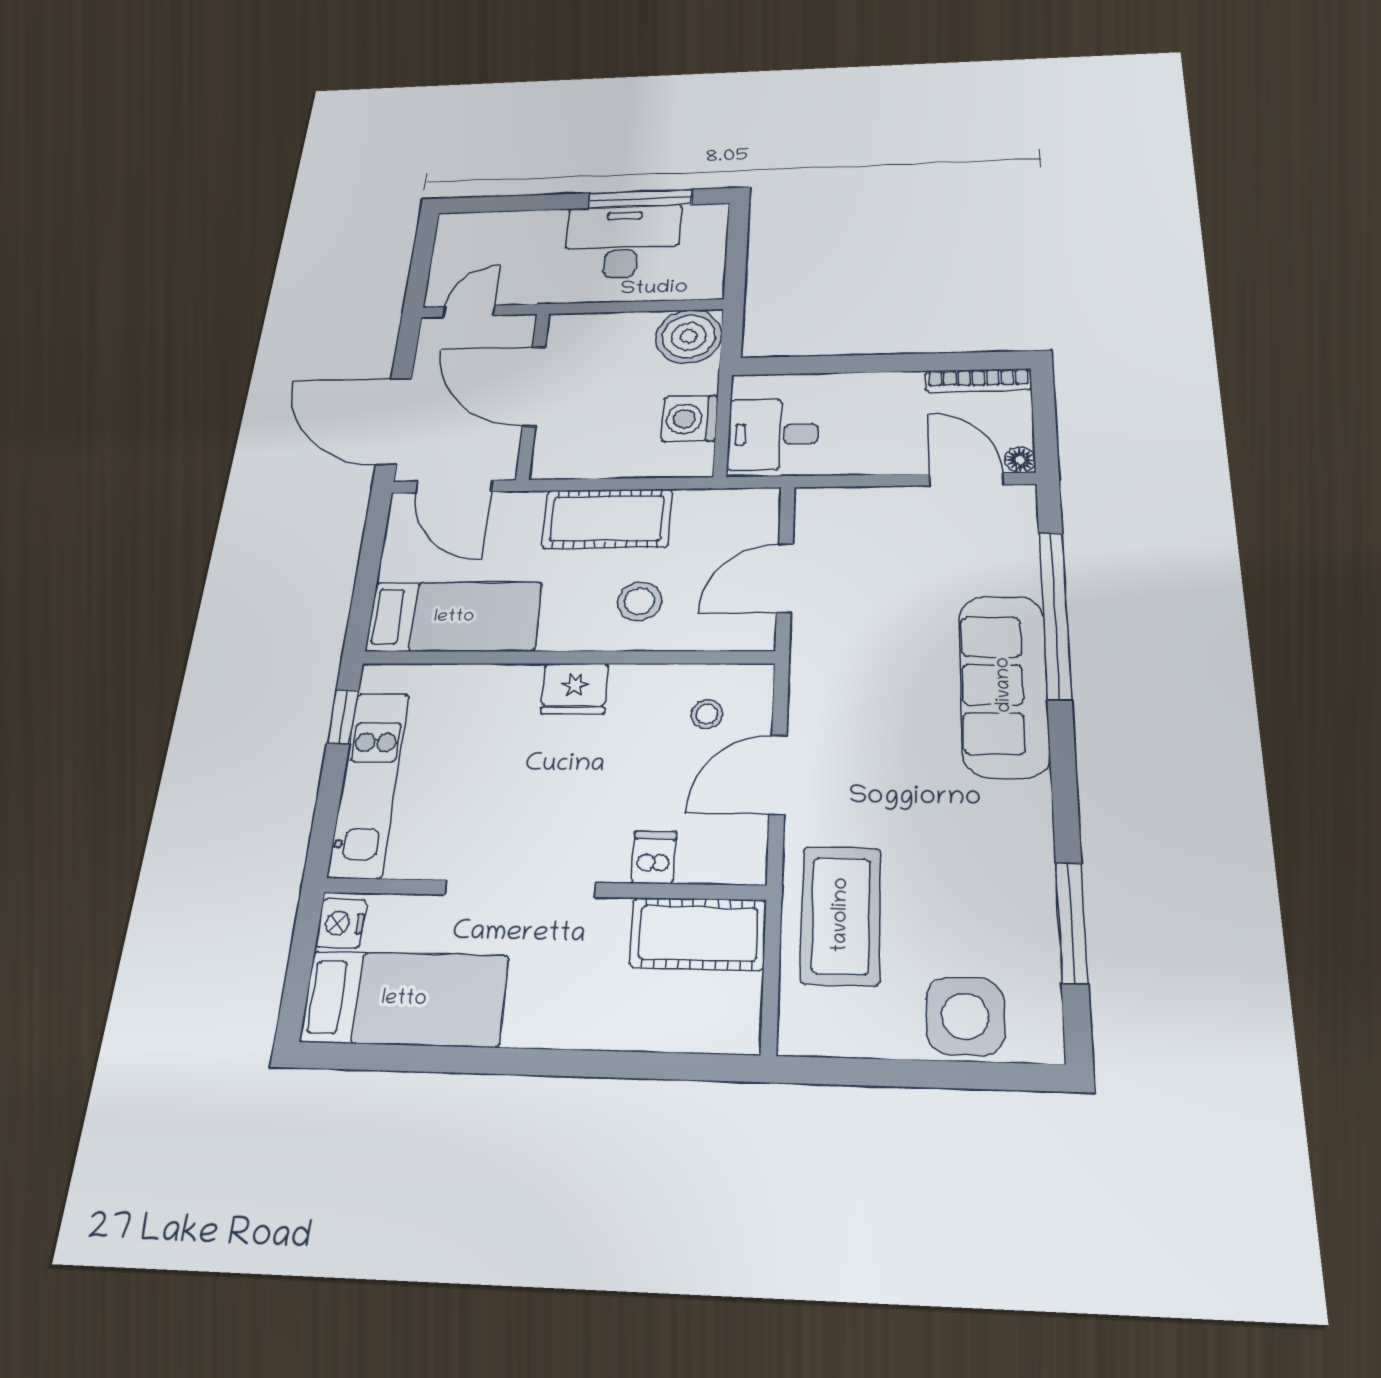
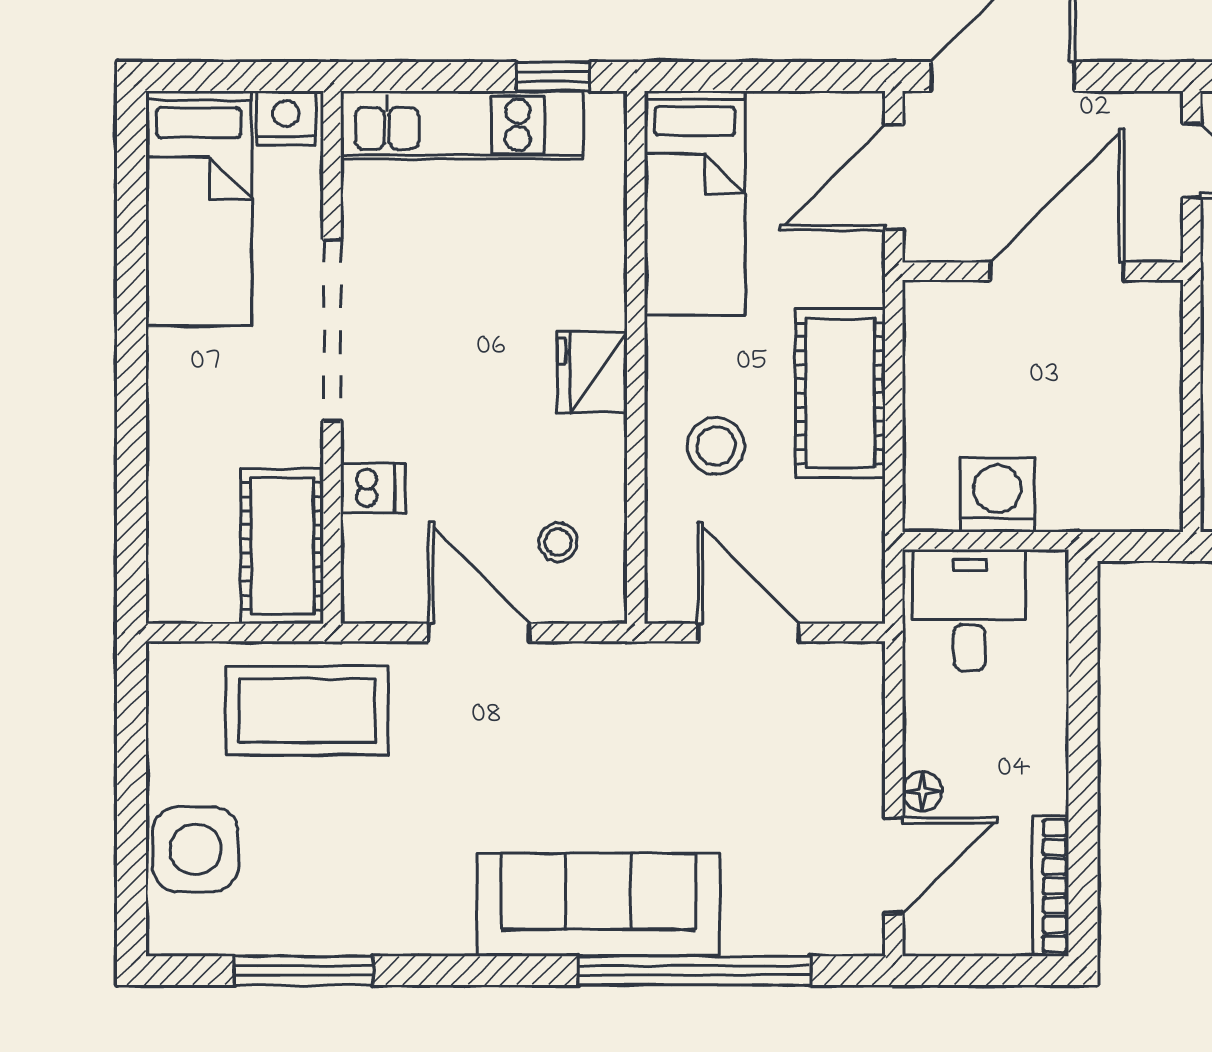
boiler: (689, 336) -> (1137, 485), removed
floor lamp: (1020, 460) -> (922, 791), moved

